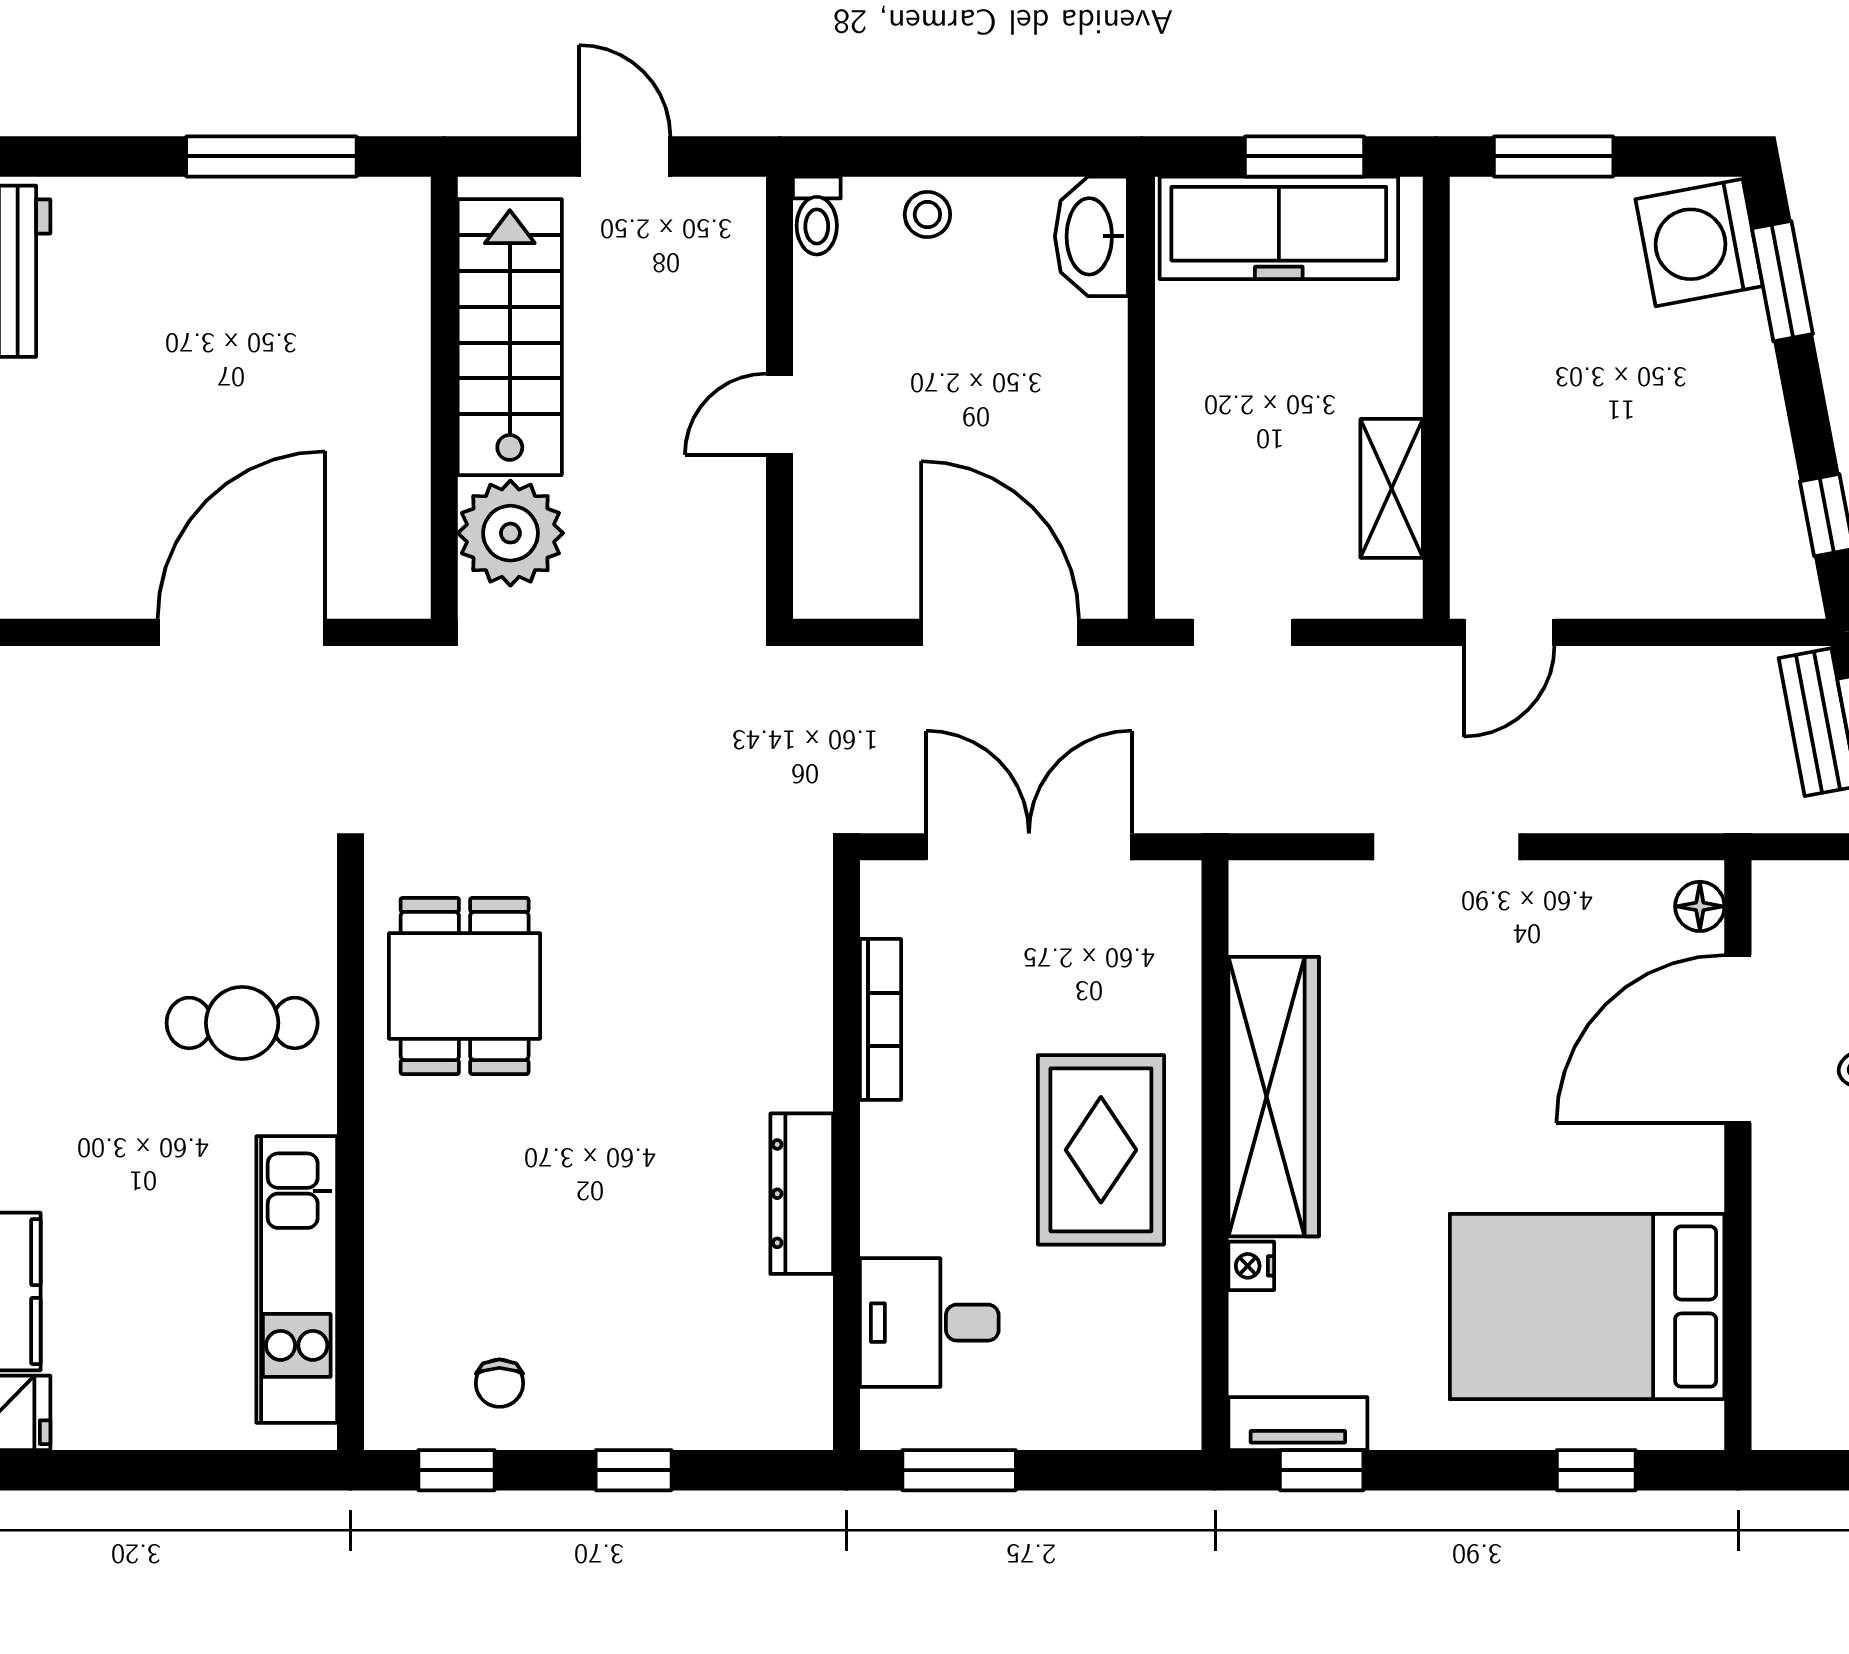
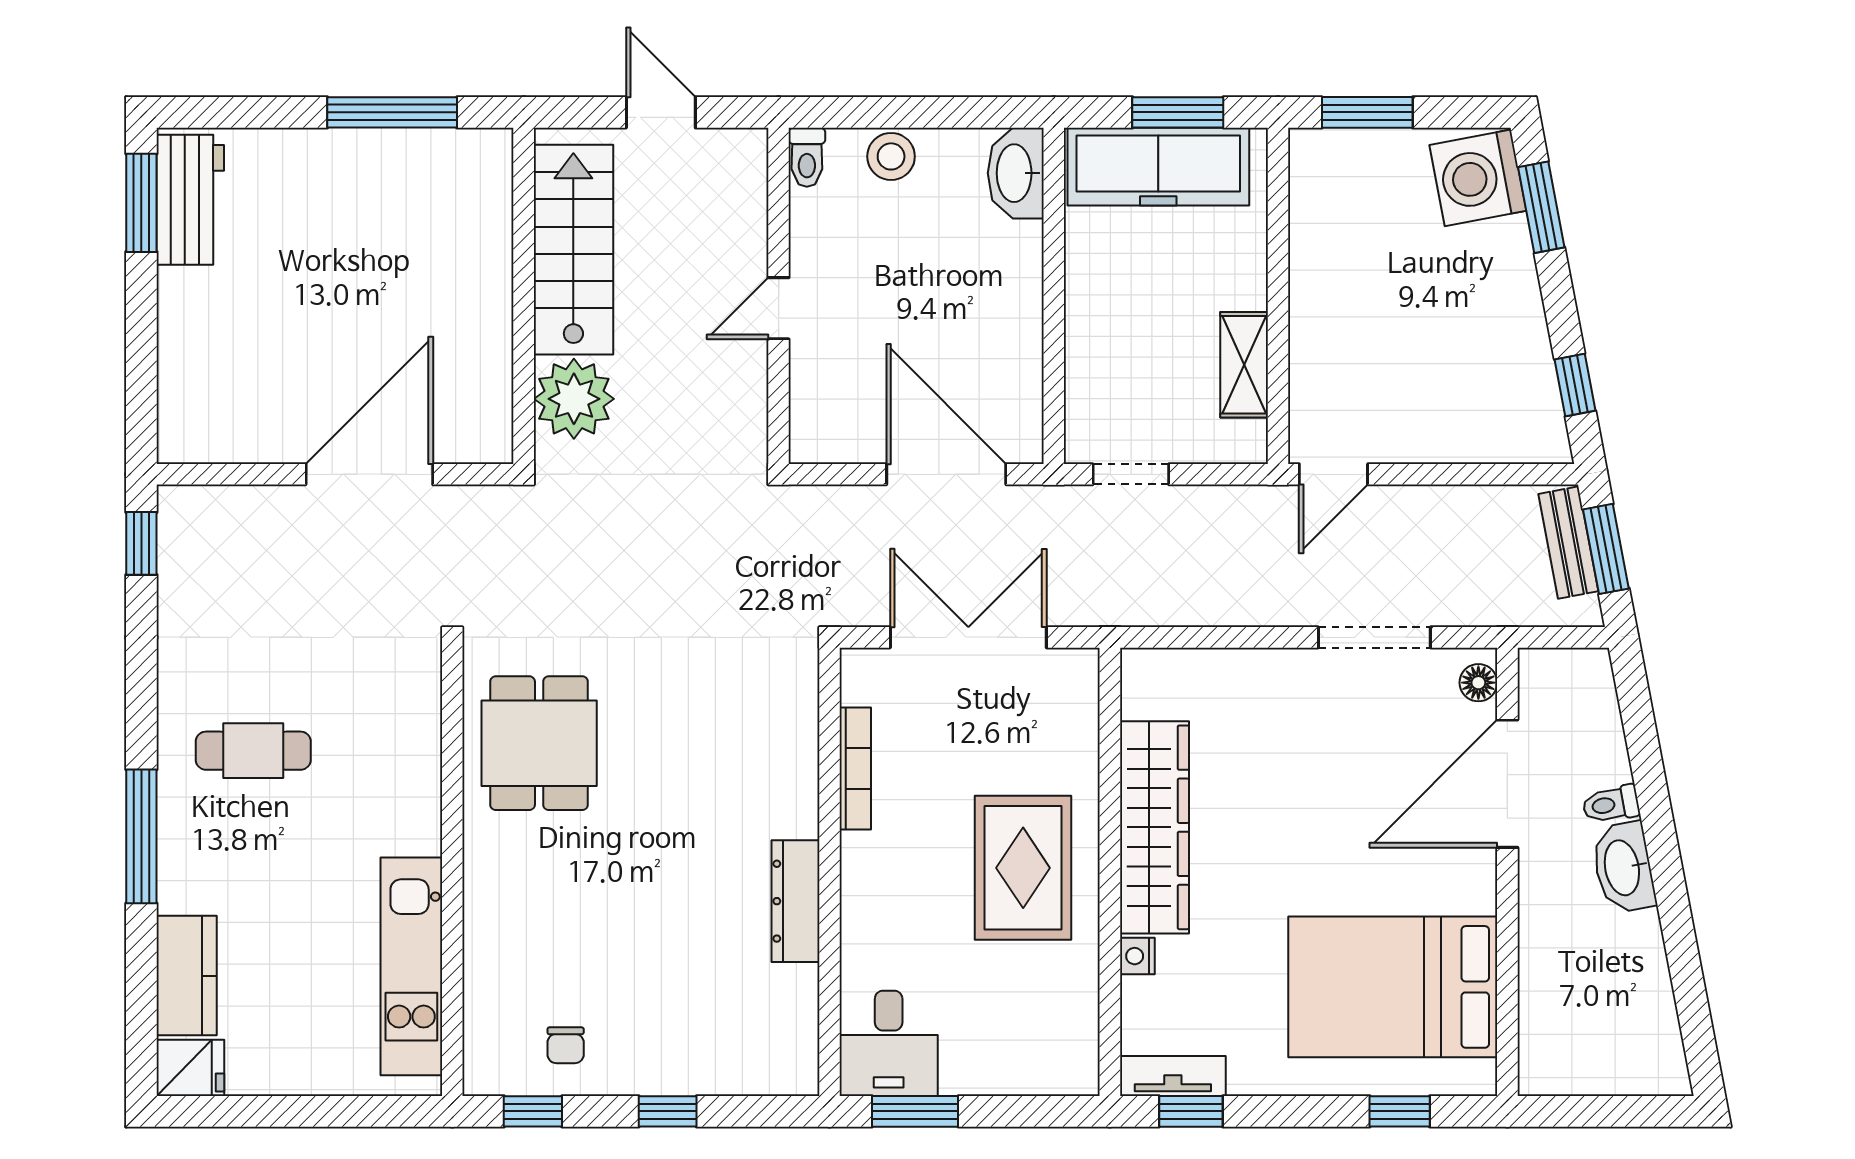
stool: (927, 214) -> (891, 156), width x1.37, depth x1.37
doorway: (1446, 847) -> (1374, 637), moved
cafe table: (242, 1023) -> (253, 751), moved
desk: (929, 1323) -> (889, 1043), moved, turned -90

